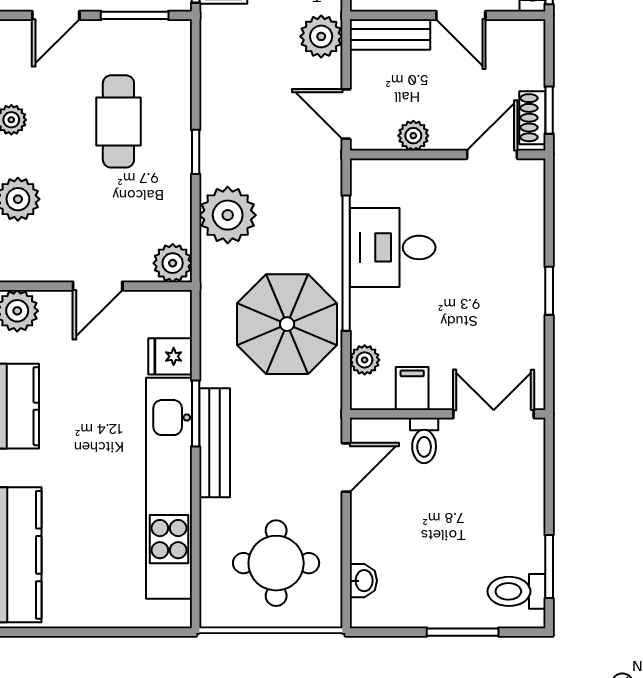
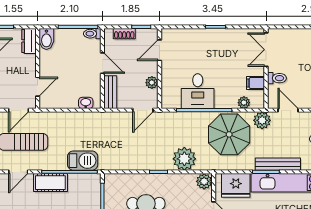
door: (461, 15) -> (102, 63), hinge flipped
plant: (321, 36) -> (262, 120), moved
shoe rack: (532, 118) -> (124, 34), moved
door: (492, 155) -> (160, 50), hinge flipped
fridge: (170, 356) -> (236, 185), width x1.88, depth x1.34

